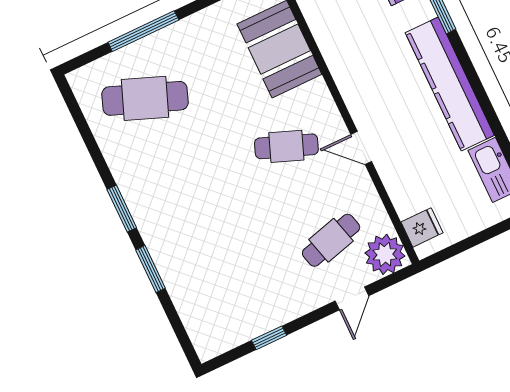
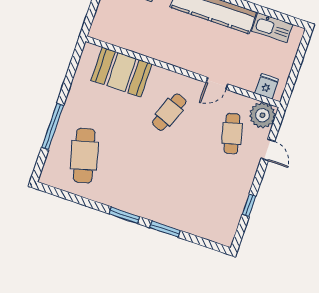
cafe table: (145, 98) -> (84, 156), turned -36
door: (361, 148) -> (217, 83), moved

